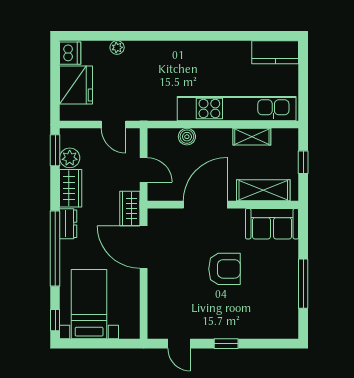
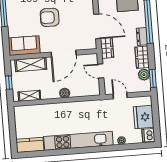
kitchen unit: (237, 109) -> (78, 141), moved, turned 180
boiler: (187, 137) -> (65, 93), moved
shelving: (252, 137) -> (29, 96), moved

